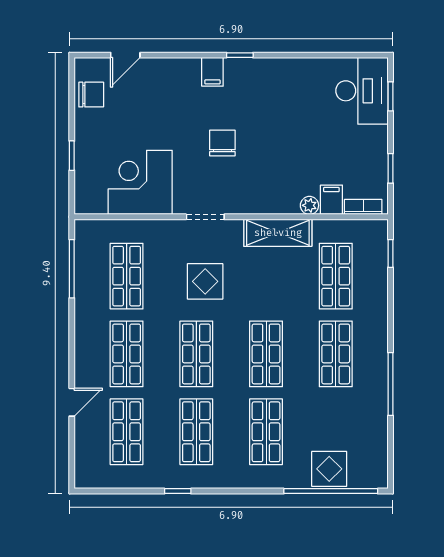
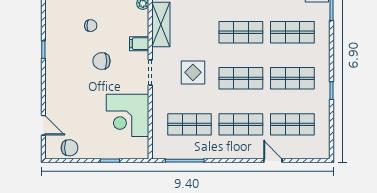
filing cabinet: (212, 72) -> (139, 44), moved, turned 180
chair: (91, 95) -> (70, 148), turned 90
chair: (276, 127) -> (91, 26), added

